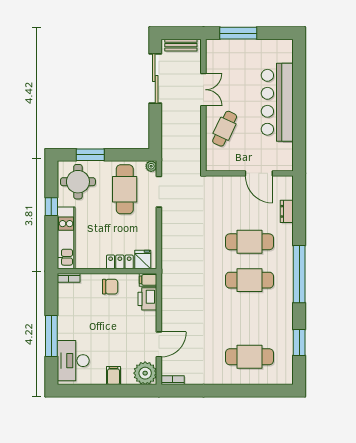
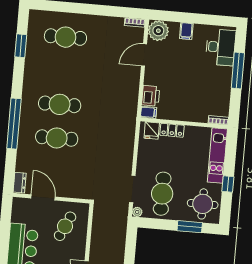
cafe table: (225, 129) -> (65, 226), moved
dresser: (287, 211) -> (20, 183), moved
window: (299, 274) -> (14, 124), moved
chair: (110, 287) -> (182, 109), removed

